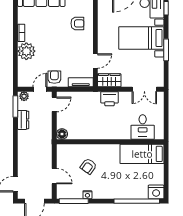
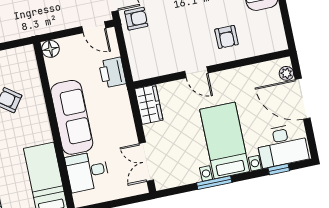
door: (95, 61) -> (196, 72), moved
tv unit: (81, 82) -> (137, 61), removed
printer: (110, 99) -> (112, 72), moved
sofa: (107, 130) -> (72, 117), added

